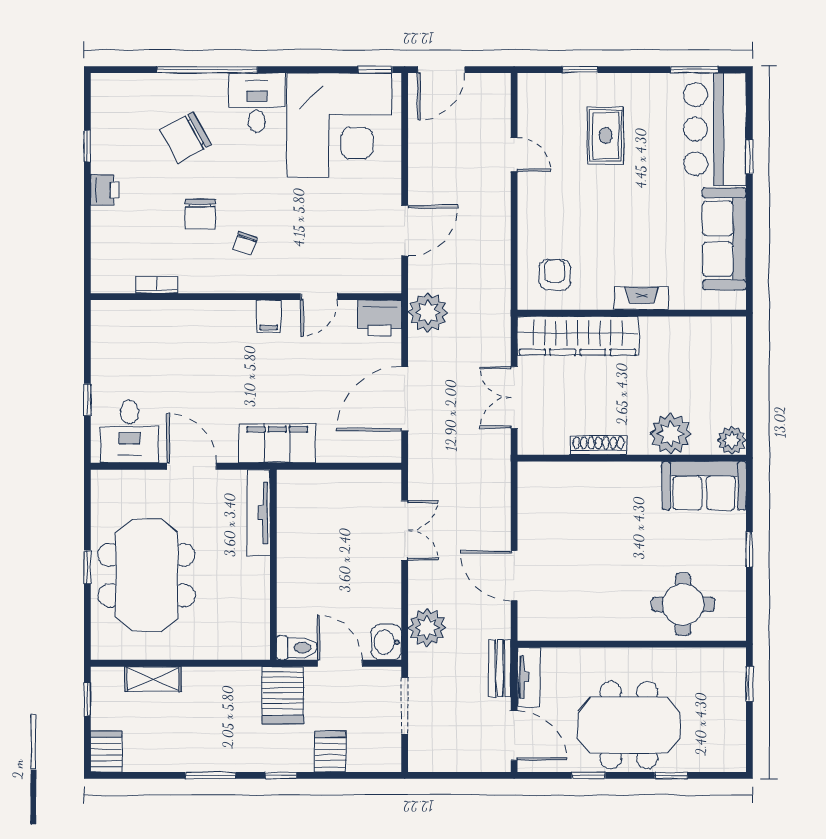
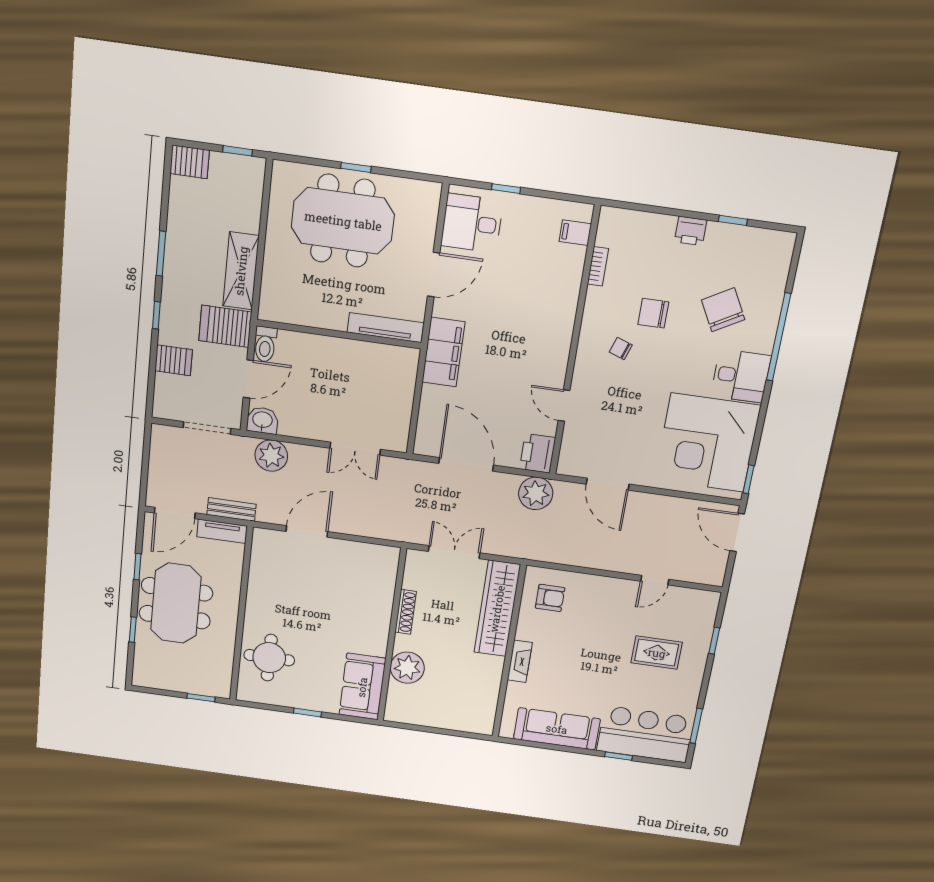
filing cabinet: (269, 316) -> (575, 233), moved
plant: (732, 440) -> (396, 712), removed
shelving: (153, 679) -> (241, 271), moved, width x1.50, depth x1.33

